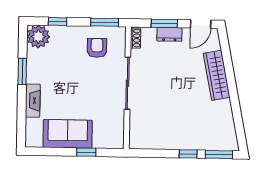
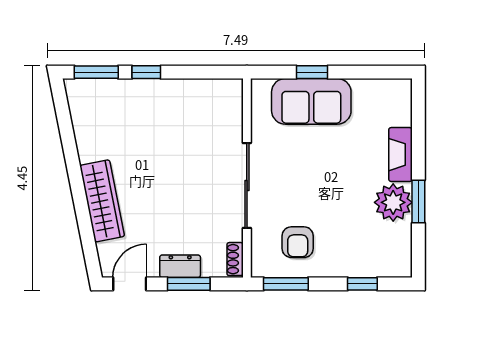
plant: (38, 37) -> (393, 202), moved
sofa: (68, 134) -> (311, 101), moved

